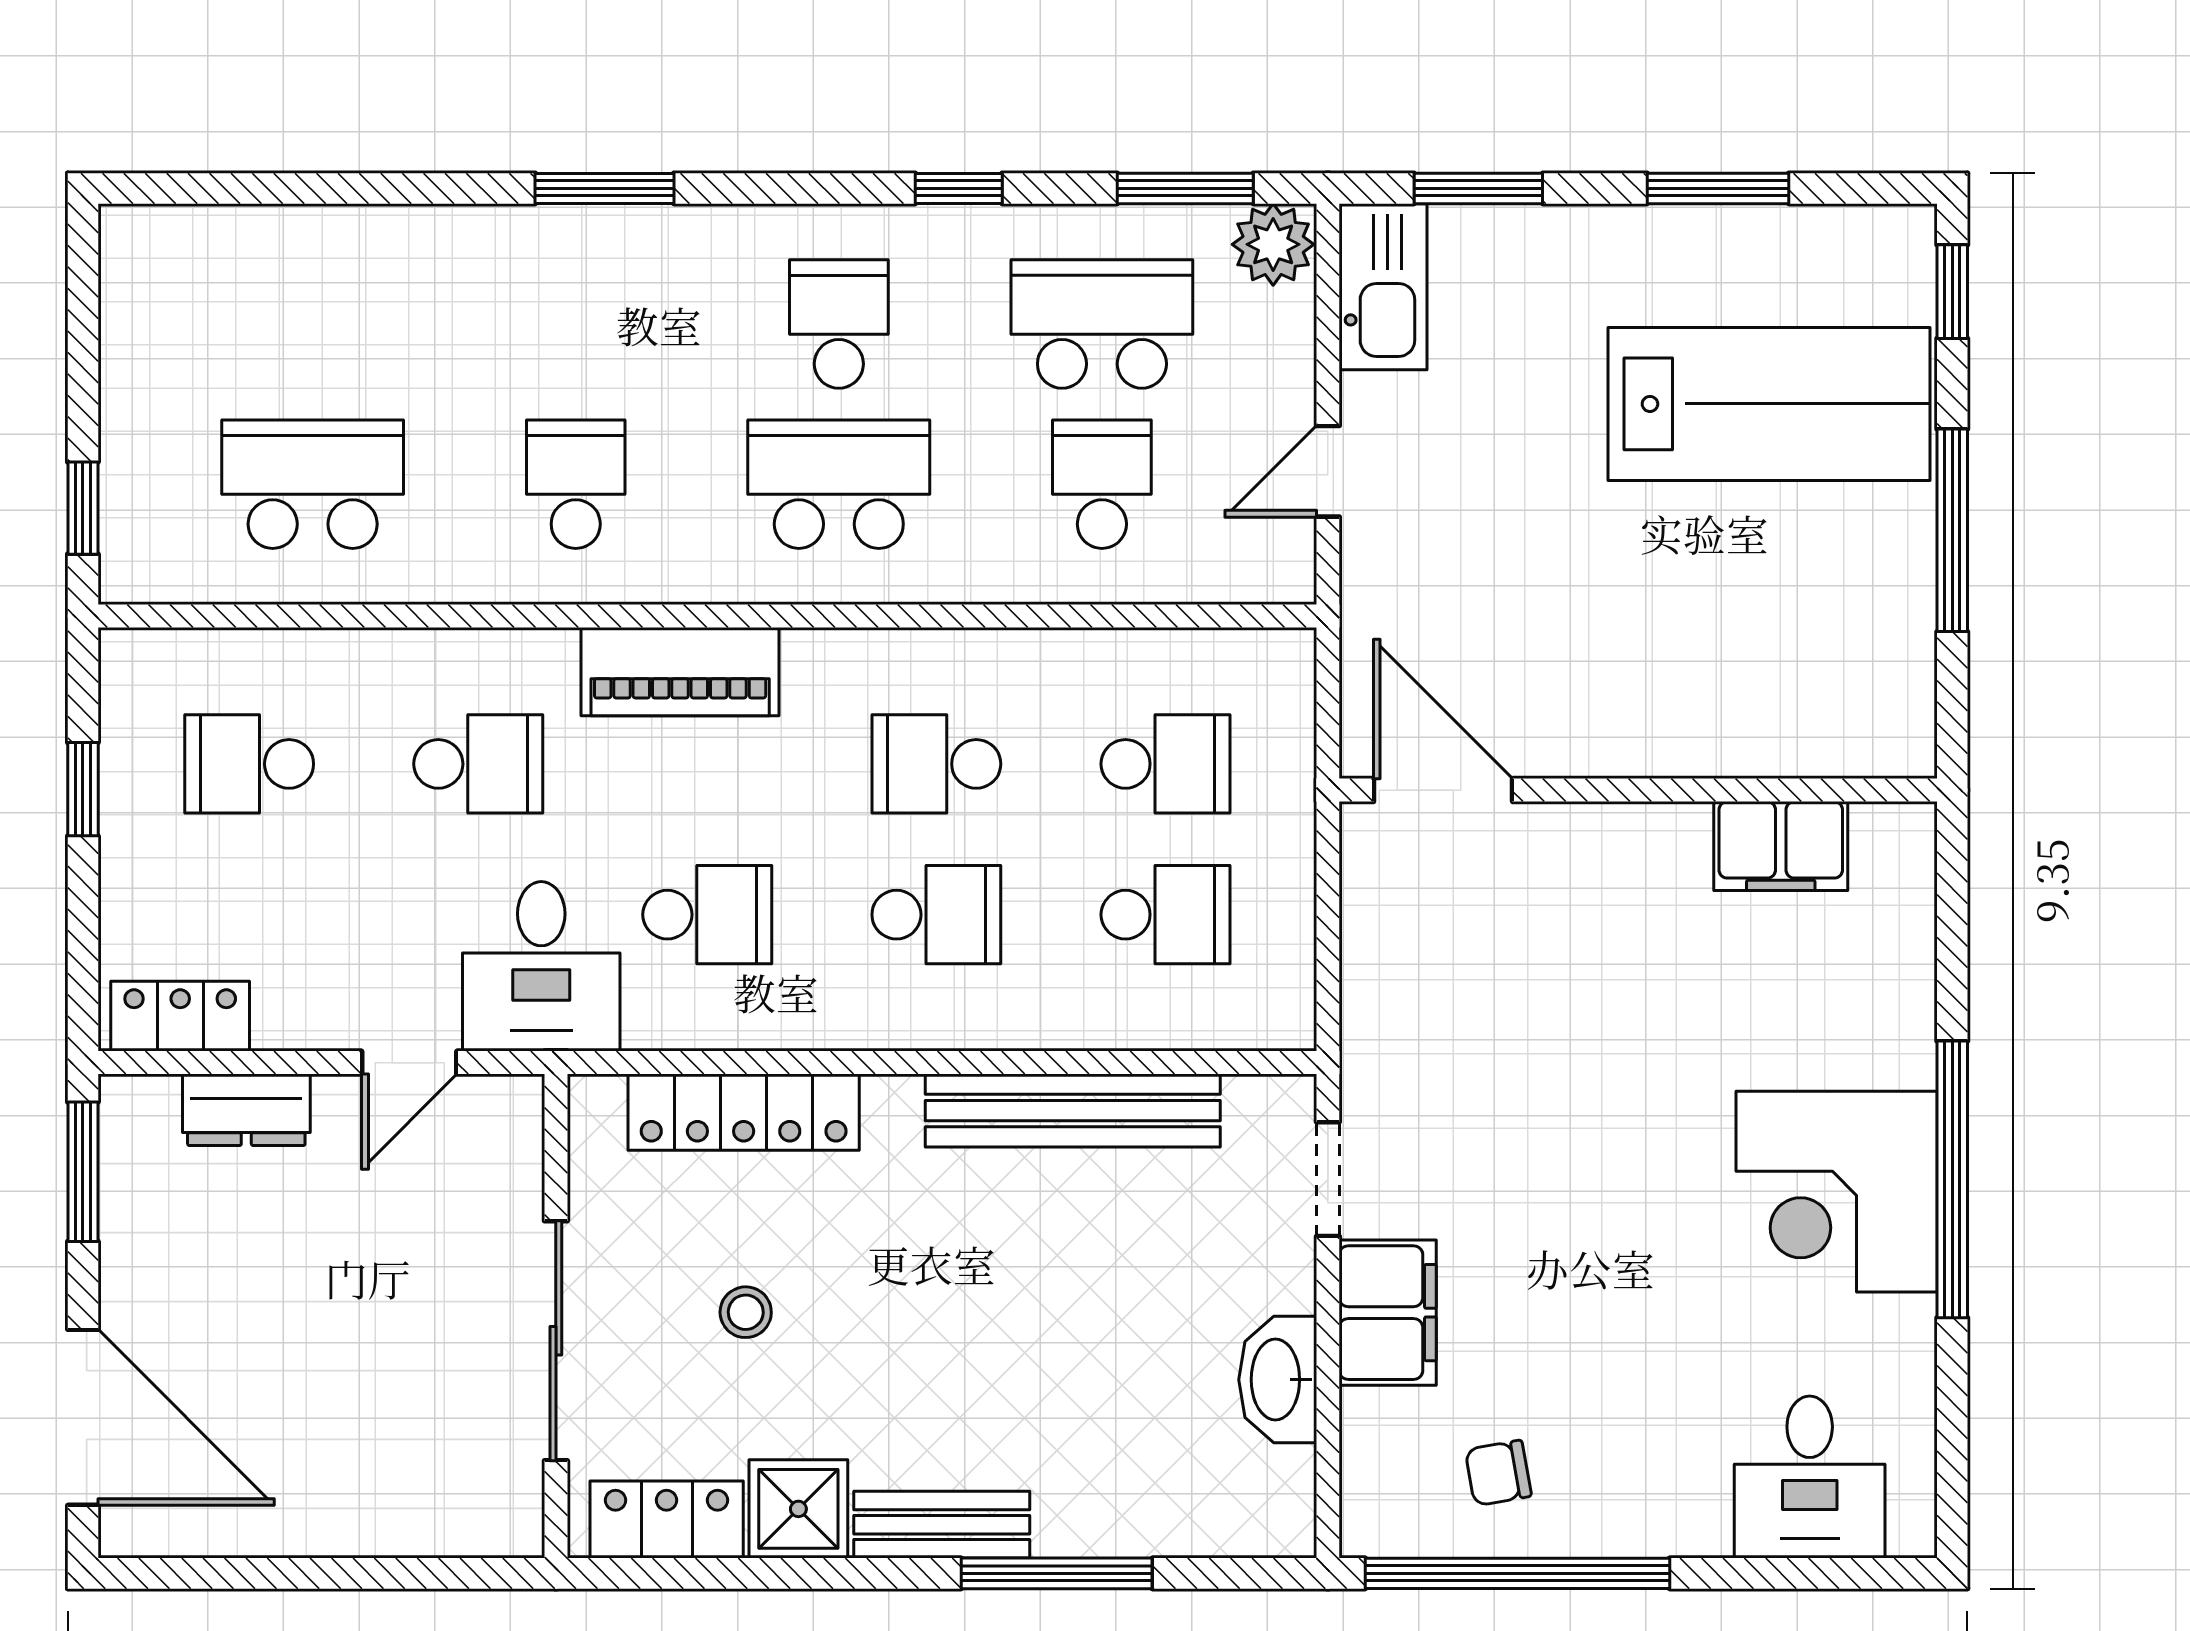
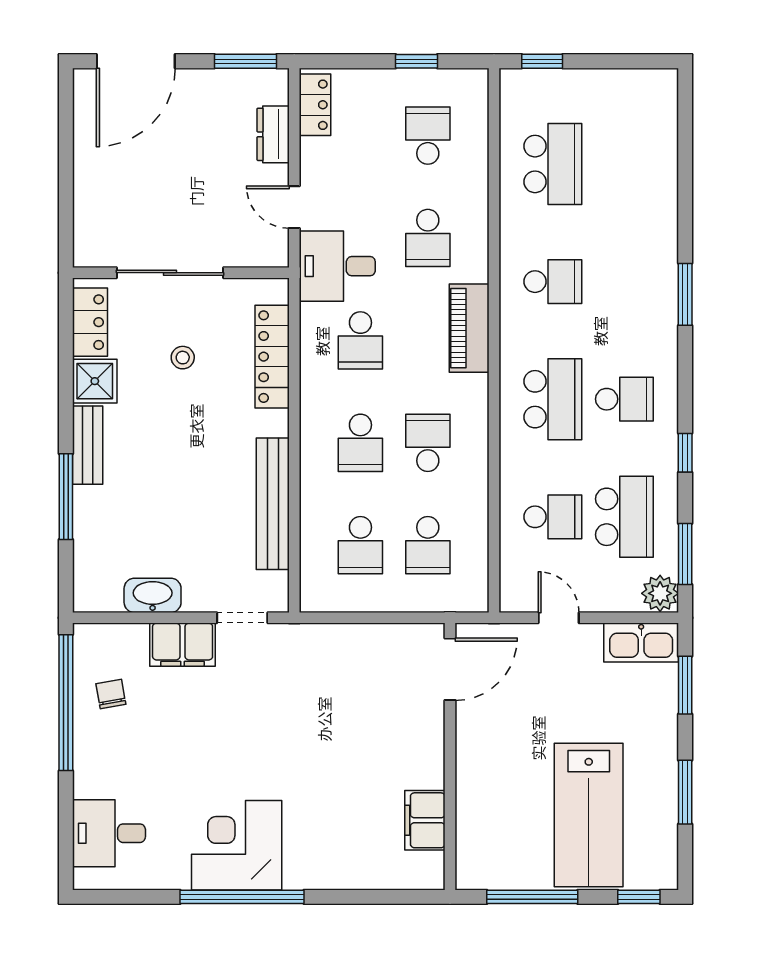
door: (1443, 790) -> (450, 669), moved
wall: (1638, 790) -> (450, 757), moved
filing cabinet: (1781, 846) -> (425, 820), moved

